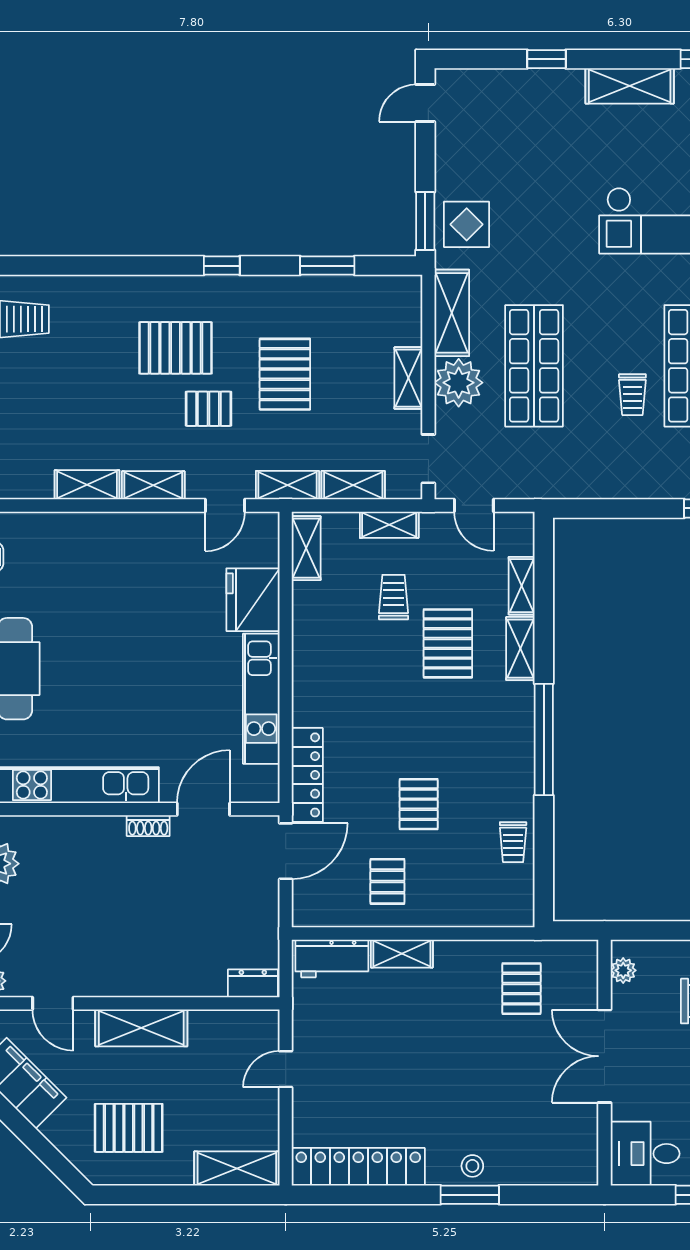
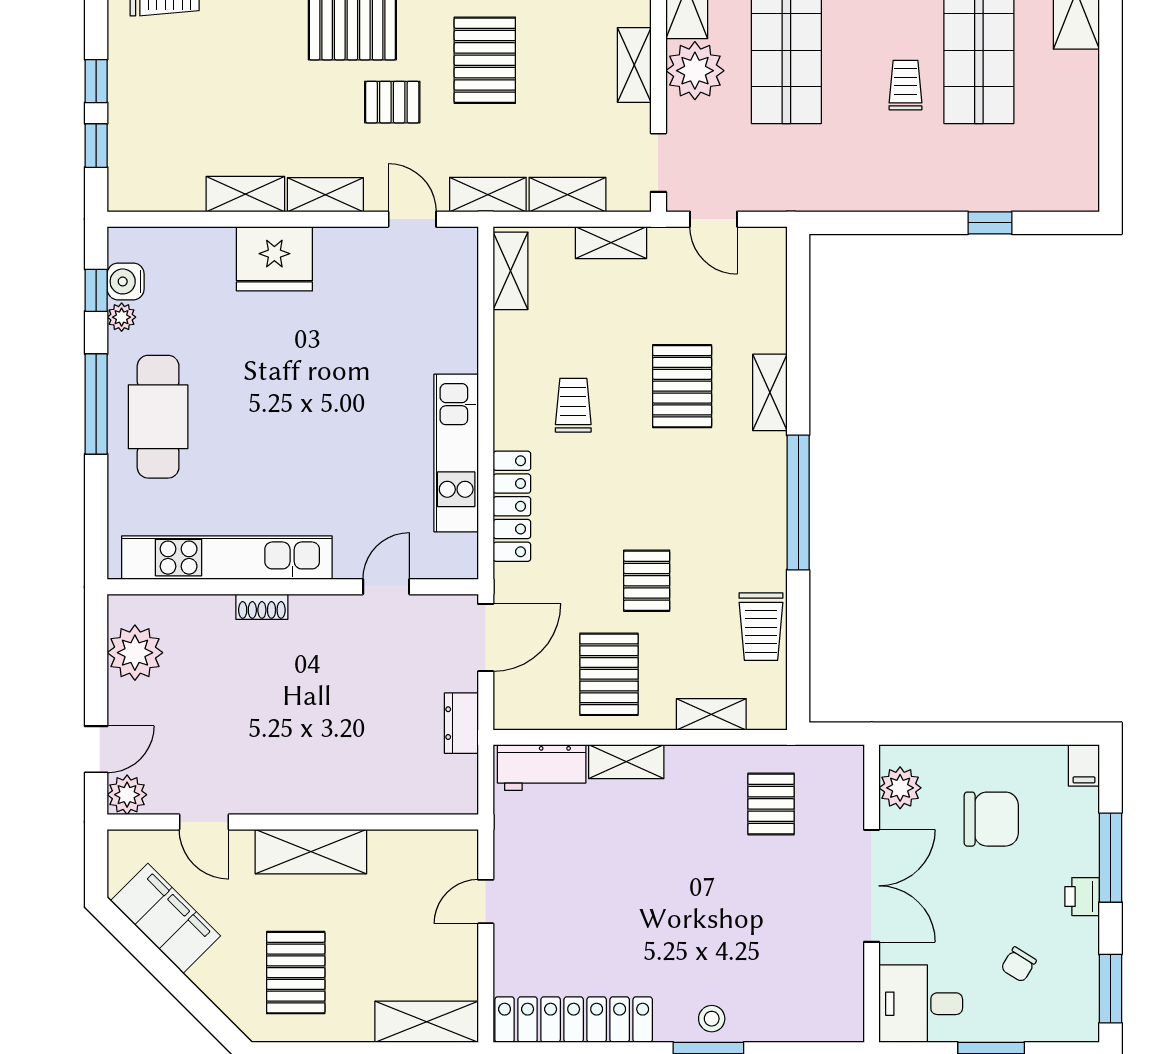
trolley: (632, 395) -> (905, 85), turned 180
door: (225, 505) -> (412, 219), swing flipped
shelving: (522, 586) -> (711, 714), moved, turned 90
trolley: (393, 597) -> (573, 405), moved
fridge: (253, 600) -> (274, 259), moved, turned -90
locker: (307, 775) -> (512, 506), moved
door: (203, 809) -> (386, 587), width x0.73
shoe rack: (148, 826) -> (262, 607), moved
trolley: (513, 842) -> (761, 627), width x1.36, depth x1.39
pallet: (387, 881) -> (609, 674), width x1.50, depth x1.42
plant: (623, 970) -> (900, 788), width x1.38, depth x1.38
dresser: (253, 983) -> (461, 723), moved, turned -90
double door: (604, 1056) -> (872, 886), swing flipped
pallet: (129, 1128) -> (296, 973), turned 90

